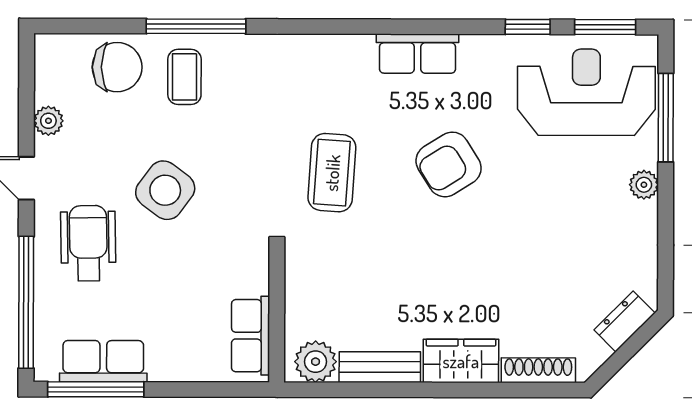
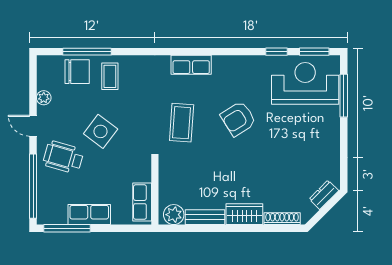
window: (196, 26) -> (87, 52), moved
row of seats: (417, 54) -> (191, 65), moved
plant: (644, 185) -> (333, 128), removed
wheelchair: (88, 243) -> (63, 157), turned -73
row of seats: (103, 361) -> (89, 215), moved

